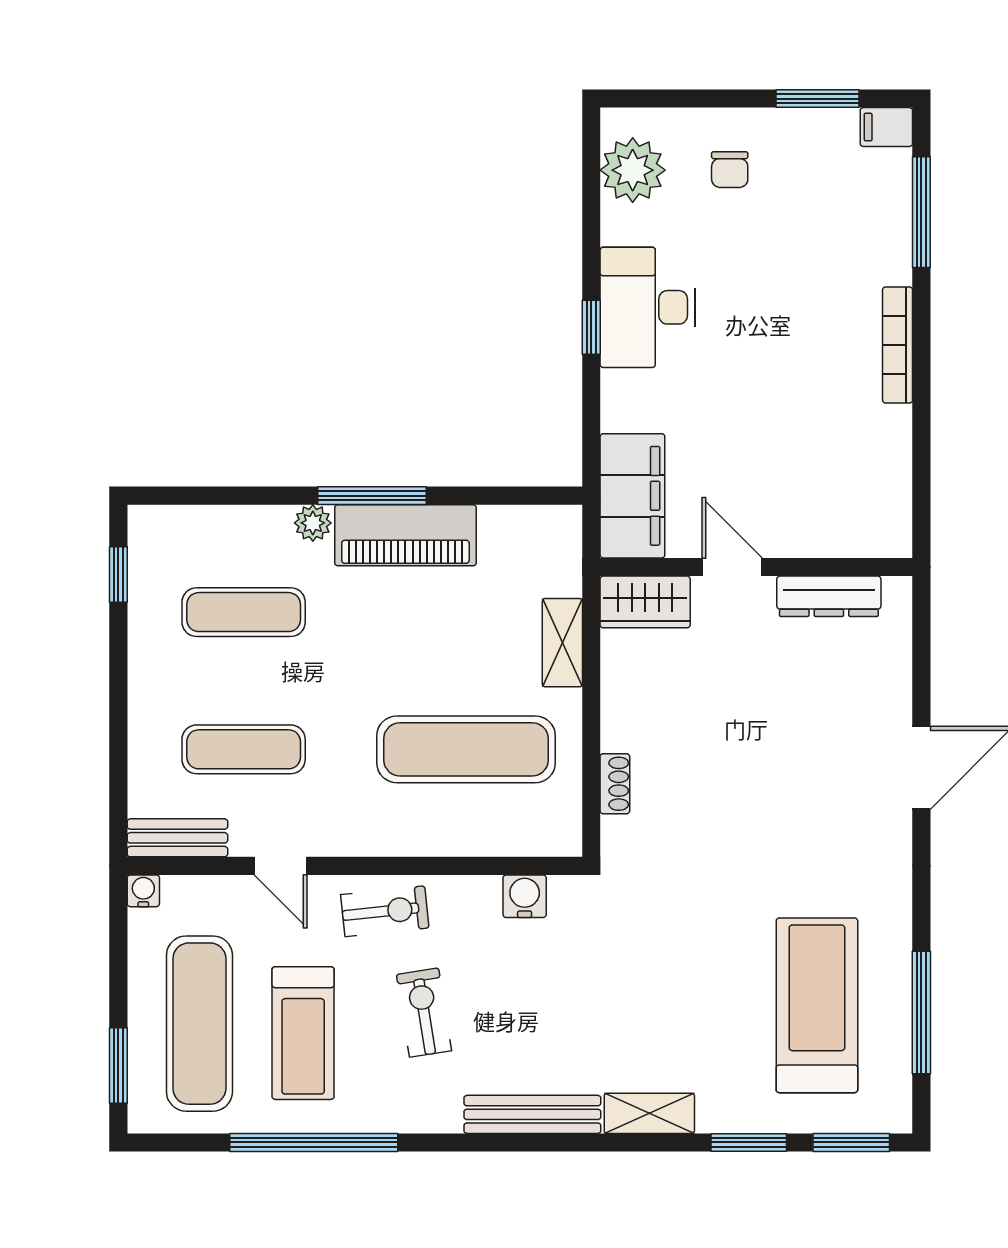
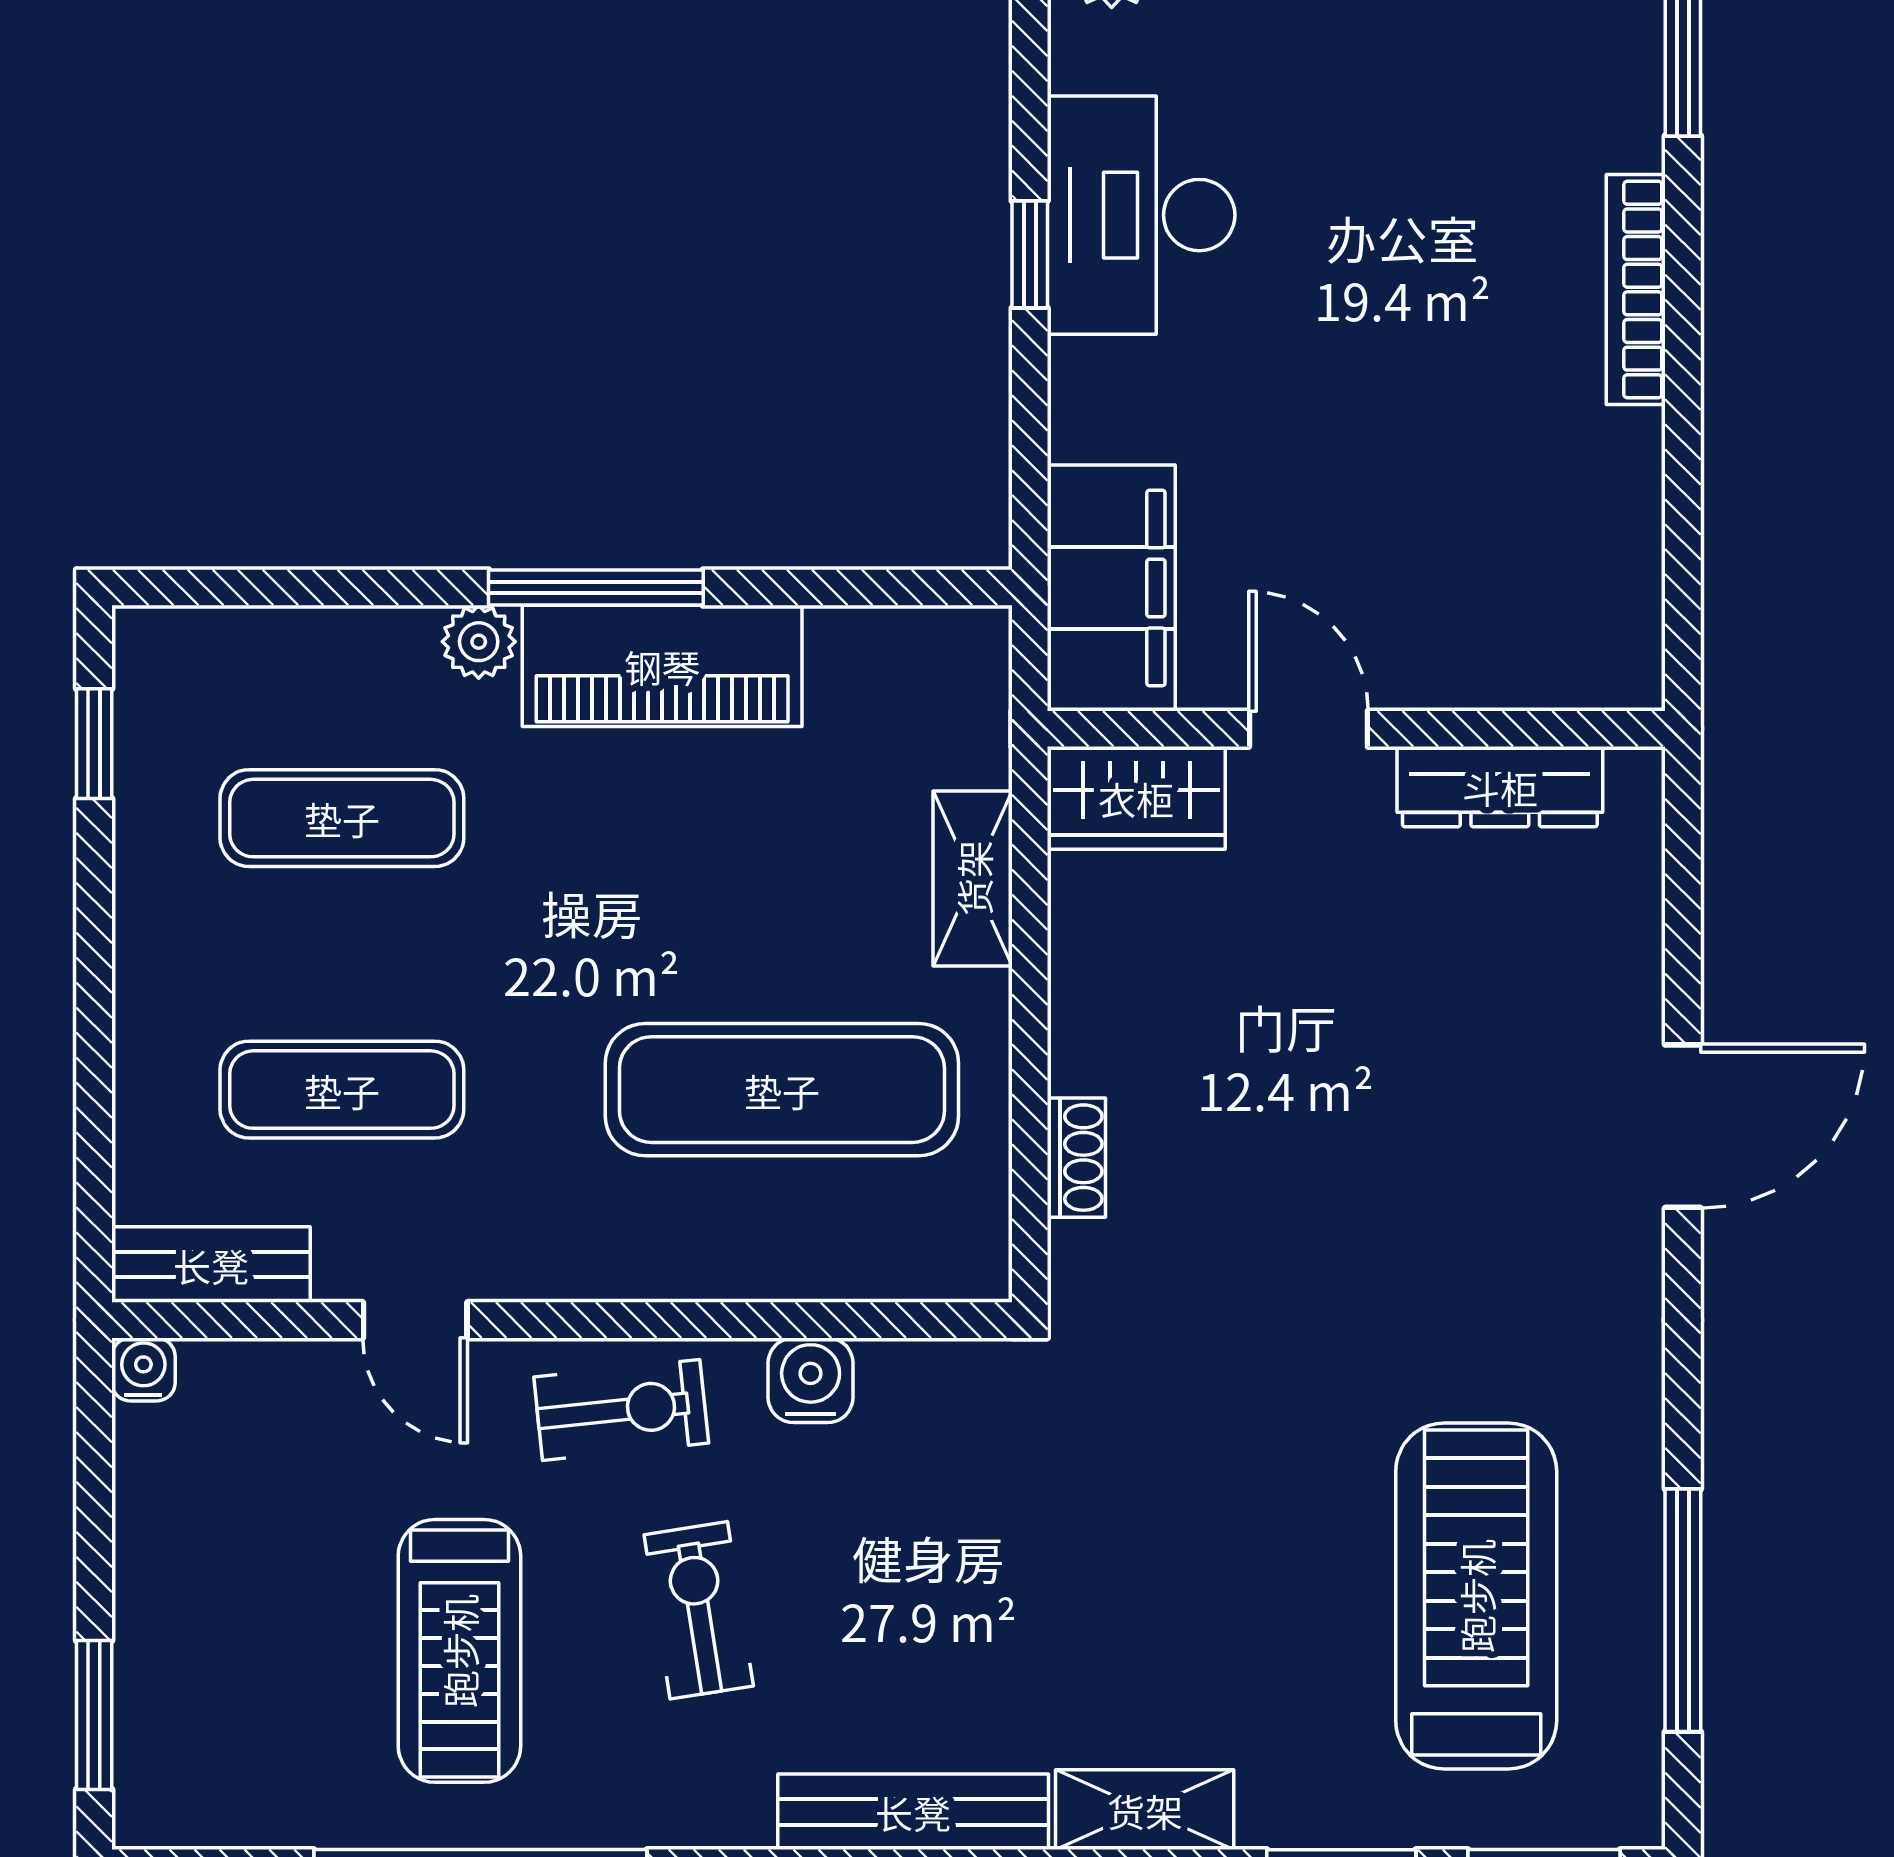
water cooler: (525, 896) -> (811, 1380), moved
exercise mat: (199, 1024) -> (254, 1632), removed

